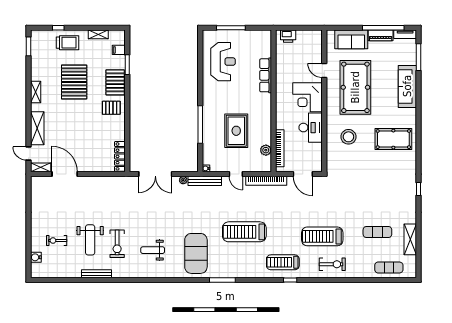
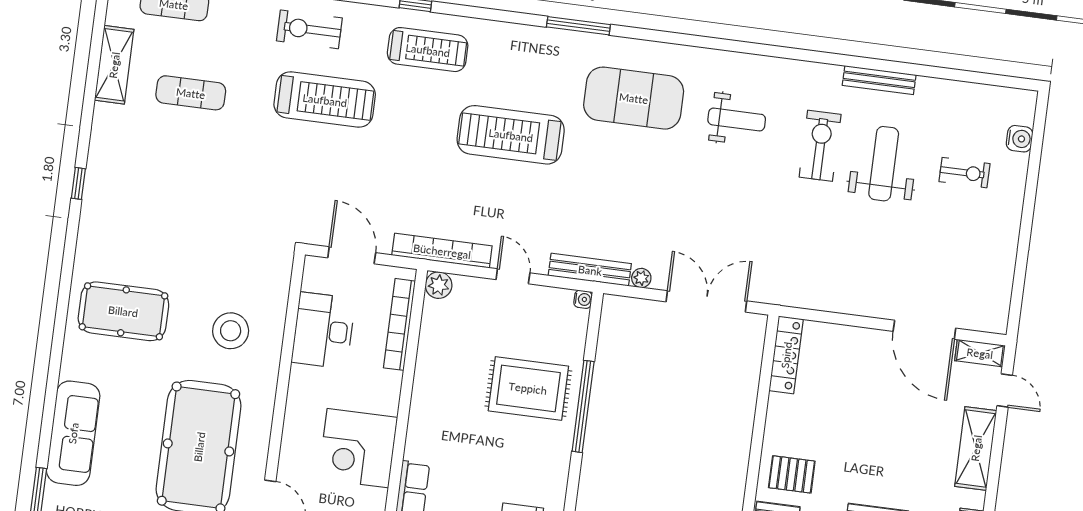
corner desk: (307, 97) -> (358, 448), moved, turned 180
desk: (311, 128) -> (323, 330), moved
rug: (236, 131) -> (528, 388), moved, turned 90
plant: (266, 150) -> (439, 285), moved
treadmill: (244, 232) -> (511, 135), turned 180
exercise mat: (196, 253) -> (634, 98), turned 90

